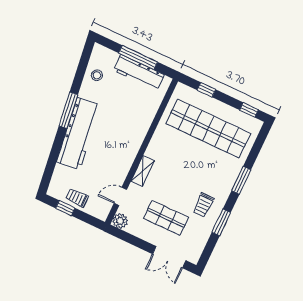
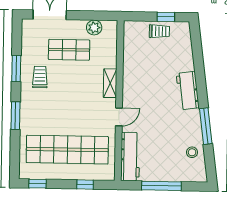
workbench: (139, 73) -> (130, 157), moved, turned 90
window: (68, 110) -> (206, 126), moved
workbench: (79, 134) -> (188, 91), width x0.53, depth x0.76
door: (120, 196) -> (119, 117), moved
plant: (120, 221) -> (94, 28), moved

